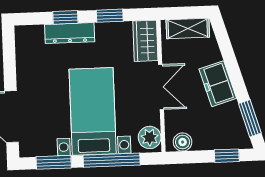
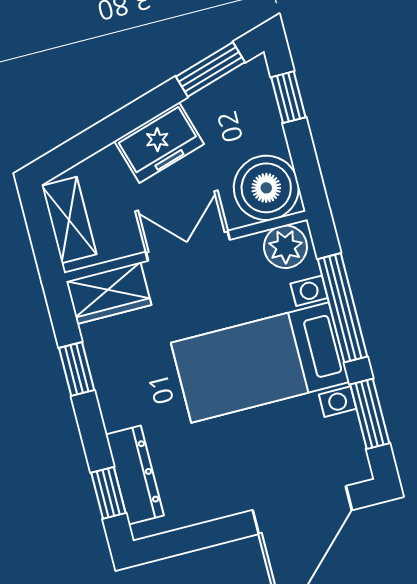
window: (65, 17) -> (108, 493), moved
dresser: (70, 33) -> (135, 475), moved
boiler: (183, 142) -> (266, 188), width x1.86, depth x1.86

